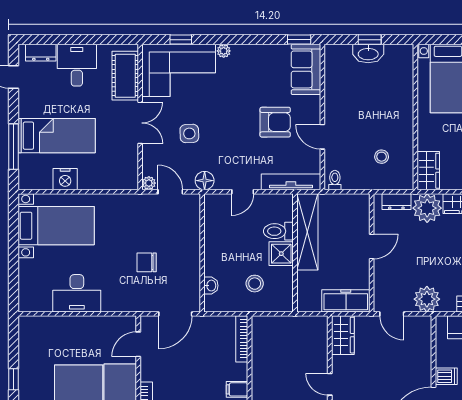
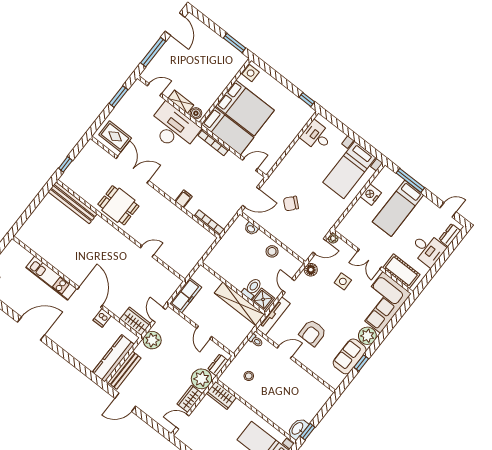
window: (181, 40) -> (397, 317), removed
window: (299, 40) -> (361, 363), moved
window: (370, 40) -> (308, 432), moved
plant: (224, 51) -> (367, 336), width x1.87, depth x1.87
washbasin: (368, 54) -> (298, 429), moved
sofa: (306, 69) -> (350, 356), moved, turned -90
shower: (281, 254) -> (263, 299), moved
chair: (147, 262) -> (291, 204), turned -139
stool: (255, 284) -> (272, 251), moved
desk: (77, 293) -> (317, 136), moved, width x0.73
door: (175, 314) -> (251, 197), swing flipped
door: (392, 314) -> (159, 315), hinge flipped
wardrobe: (343, 335) -> (135, 321), moved, turned 180
door: (138, 344) -> (250, 164), hinge flipped
window: (13, 379) -> (307, 100), moved

